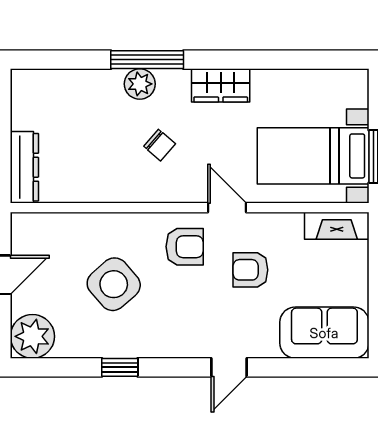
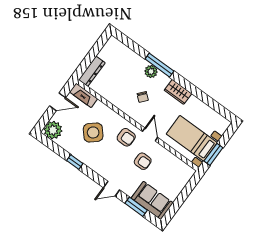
fireplace: (337, 226) -> (84, 95), moved
armchair: (250, 270) -> (143, 161), turned 180
window: (302, 367) -> (136, 207), added

